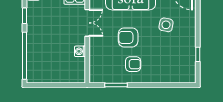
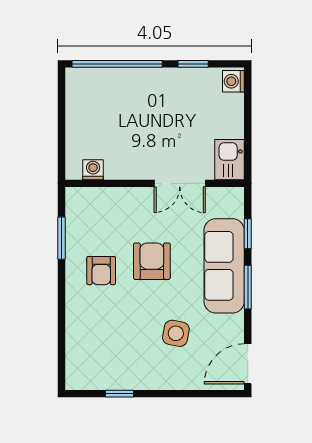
washing machine: (80, 51) -> (93, 170), moved

